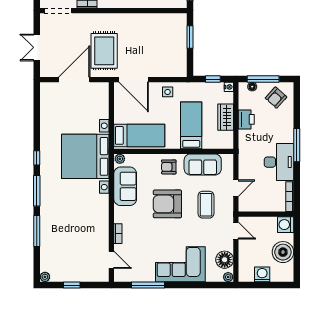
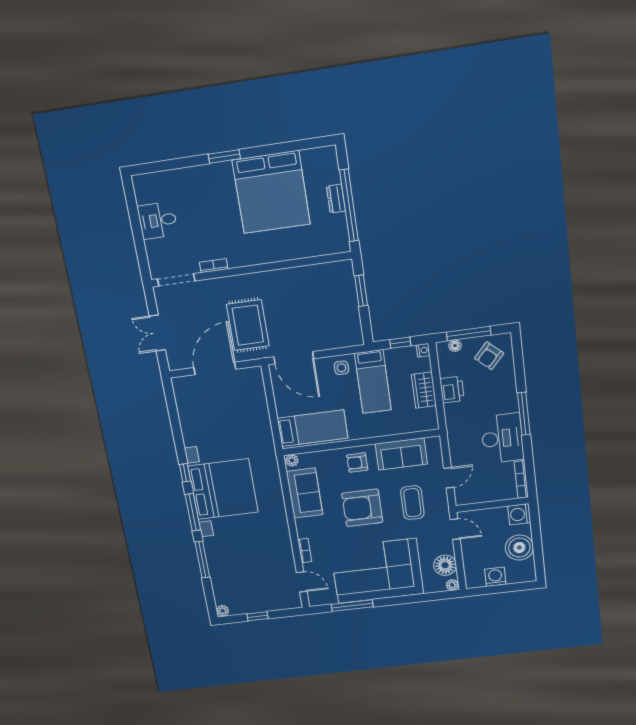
bed: (191, 125) -> (373, 382), moved, turned 180
bed with nightstands: (85, 156) -> (223, 489), moved, turned 180
corner sofa: (180, 264) -> (377, 571), width x1.36, depth x1.36

